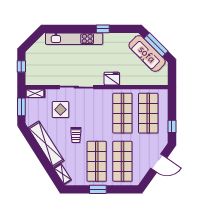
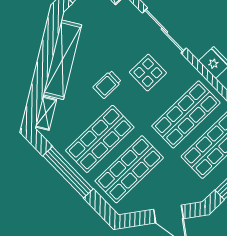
display table: (60, 110) -> (148, 73), moved
window: (98, 189) -> (68, 172), width x2.11

